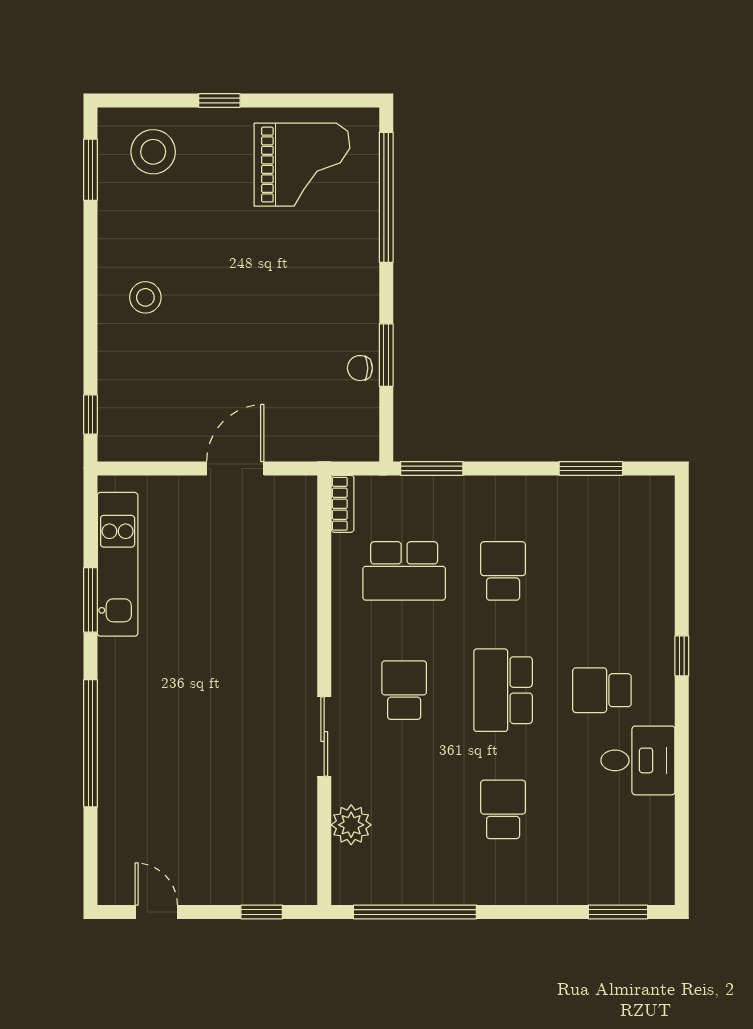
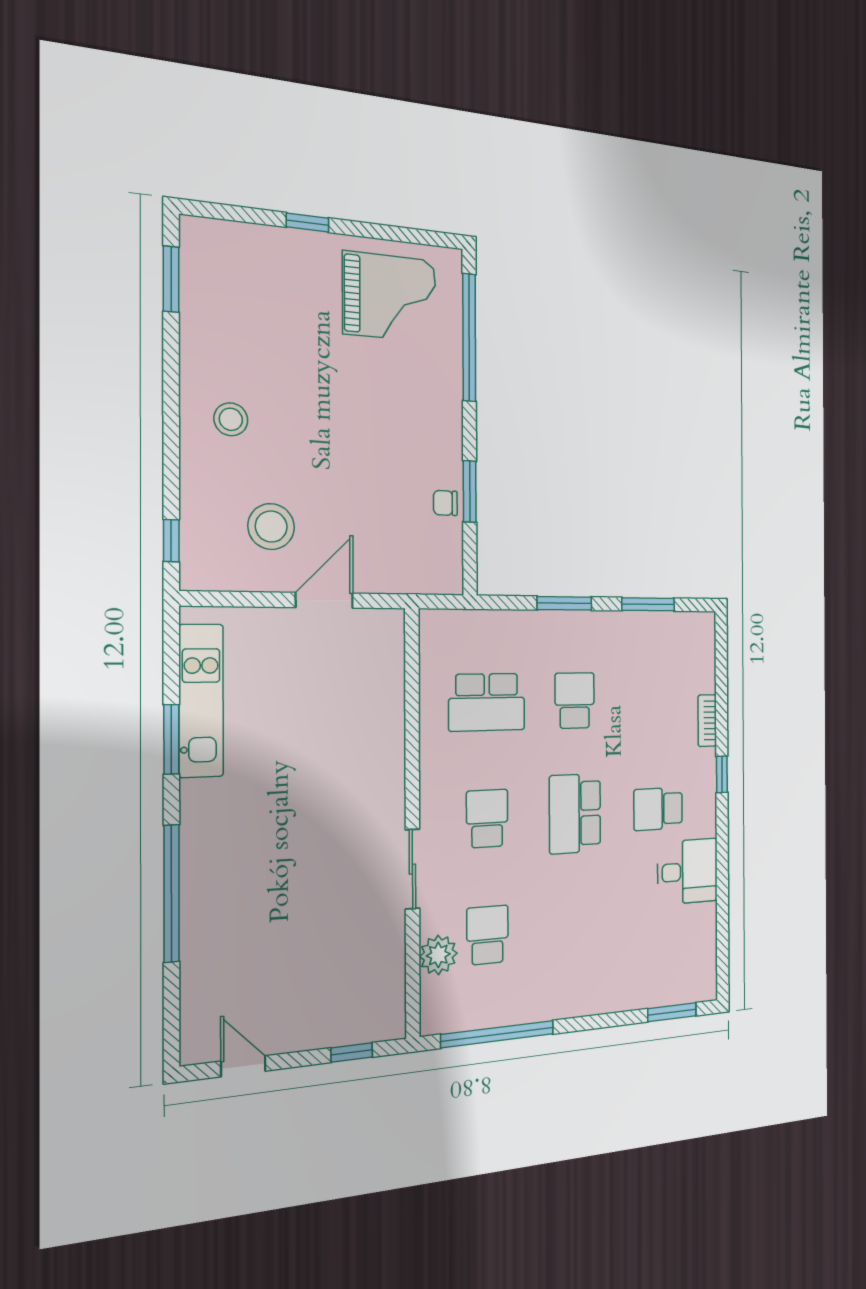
stool: (153, 152) -> (271, 527), moved
window: (432, 468) -> (564, 603), moved
bookcase: (343, 504) -> (707, 721), moved, turned 180
school desk: (503, 809) -> (487, 935), moved

